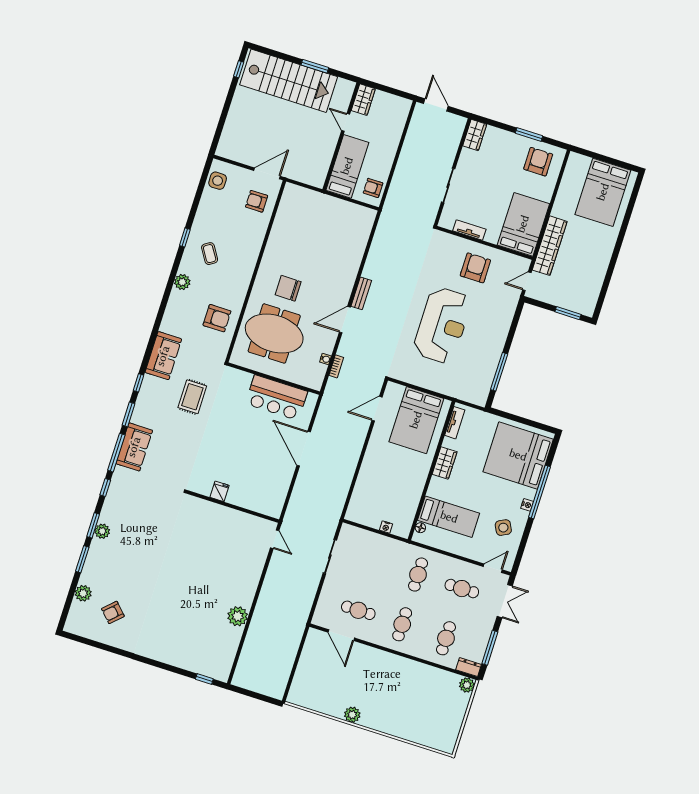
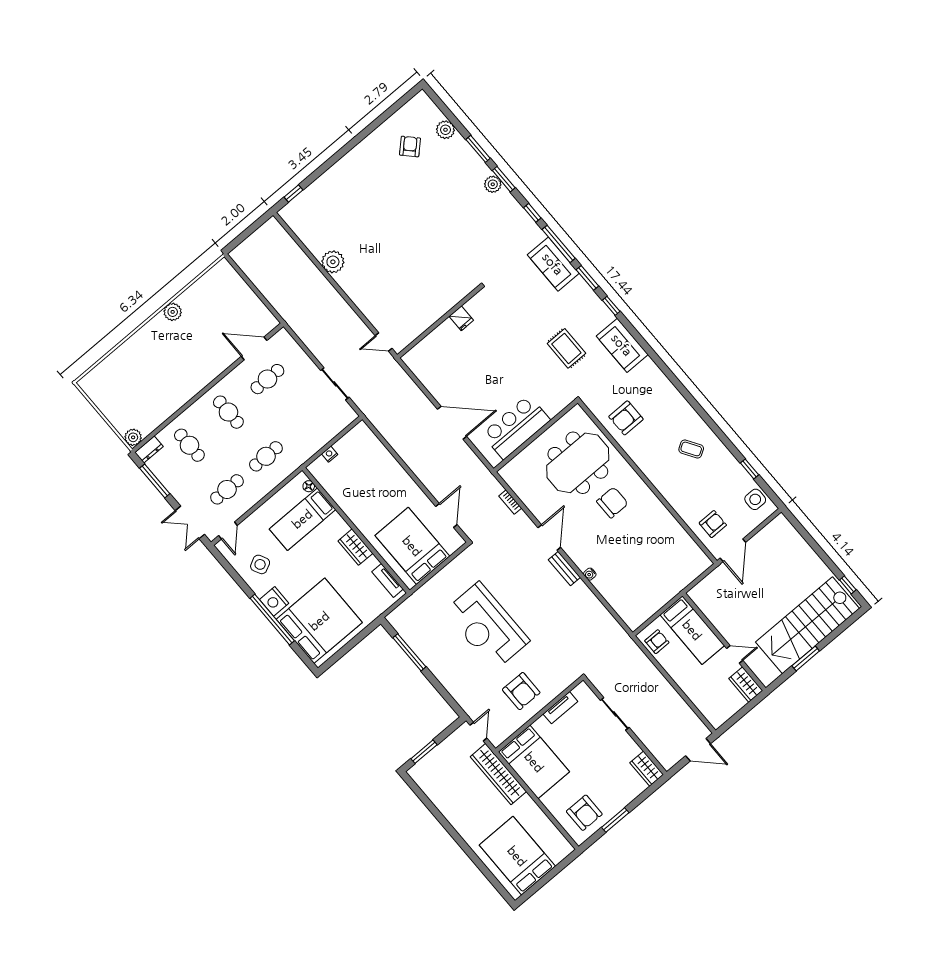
window: (185, 237) -> (749, 469), moved
plant: (182, 282) -> (680, 406), removed
water cooler: (325, 359) -> (590, 574), moved
nightstand: (527, 505) -> (274, 601), width x1.89, depth x1.79
cafe table: (418, 575) -> (266, 456), turned 90

